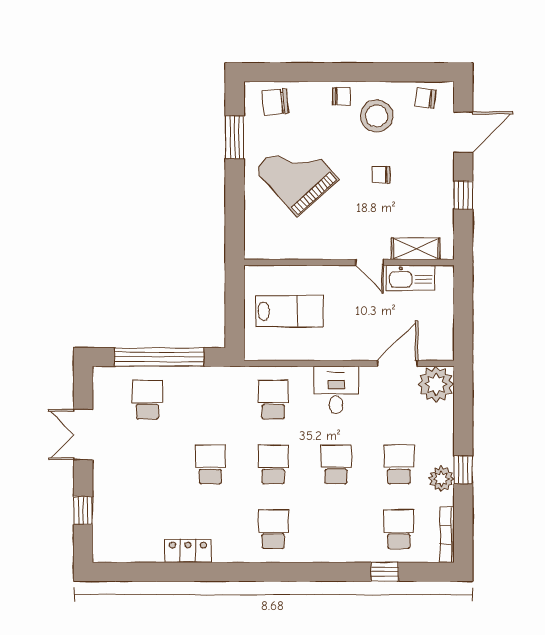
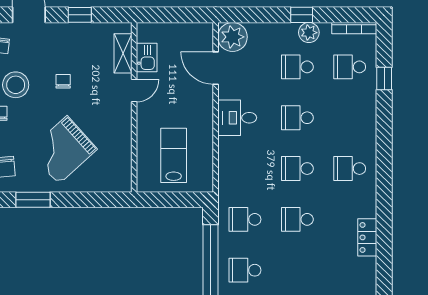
chair: (381, 175) -> (63, 81), turned 180
kitchen sink: (411, 278) -> (147, 58), width x0.73
school desk: (273, 400) -> (245, 219), moved

